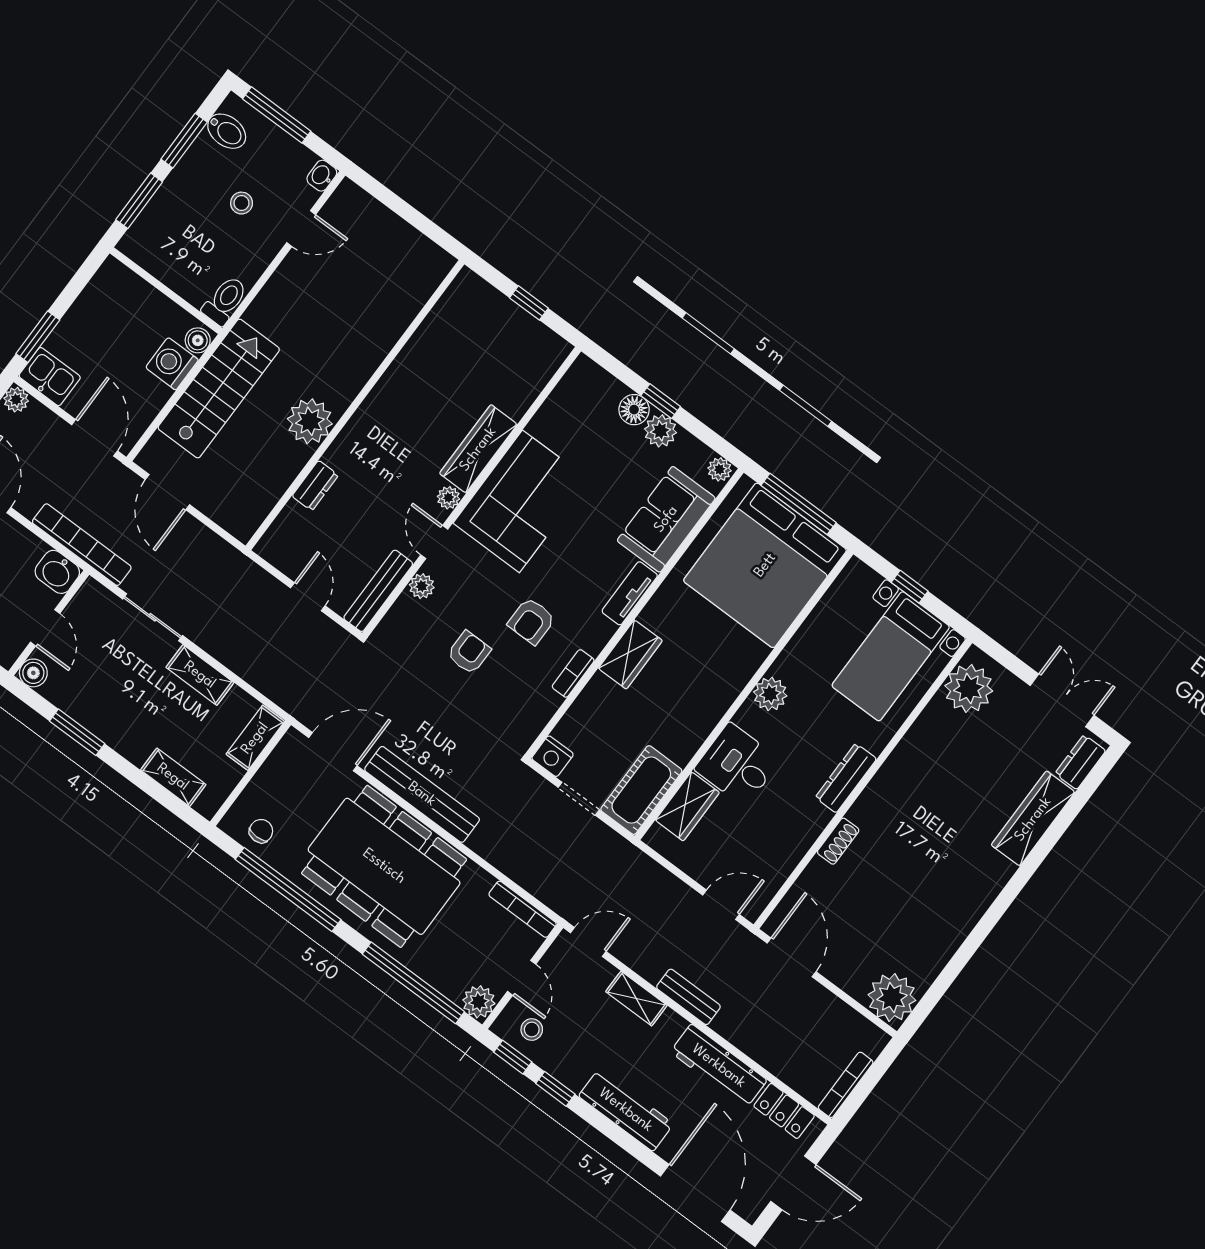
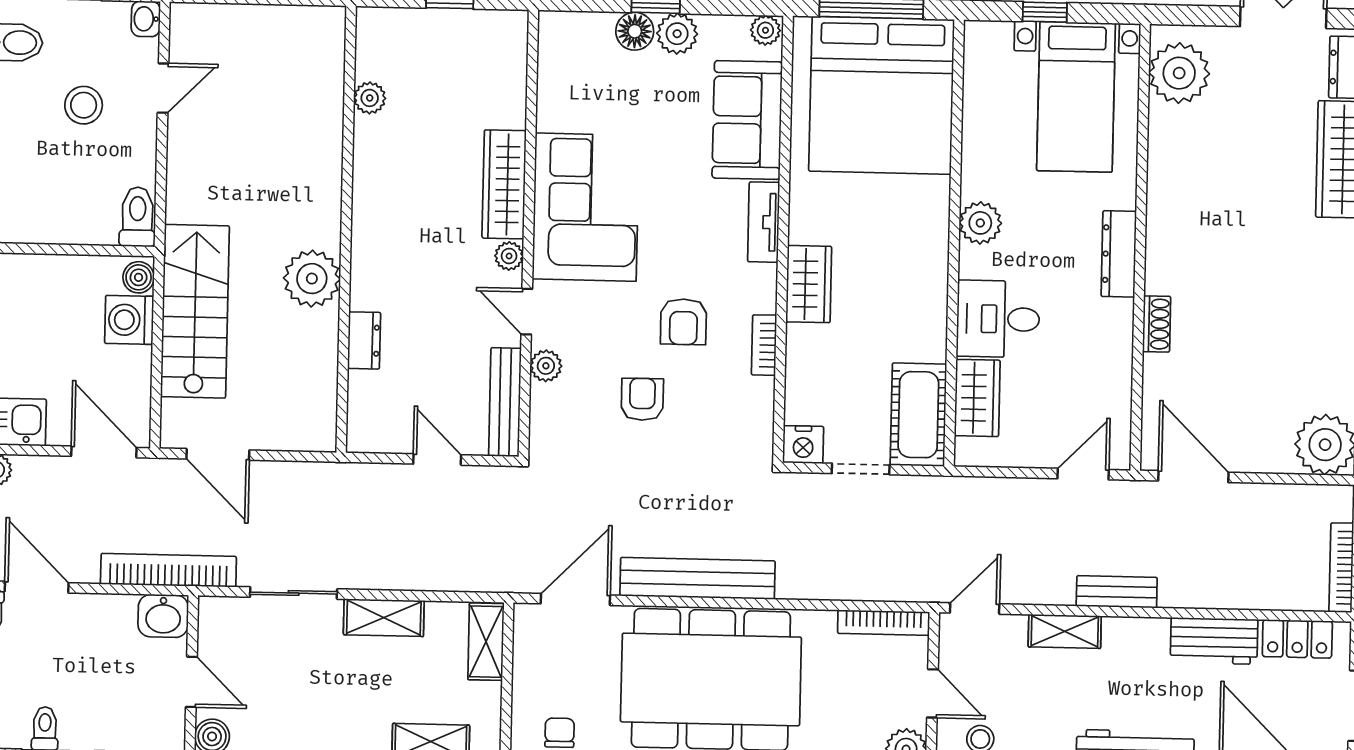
stool: (242, 203) -> (84, 105), width x1.37, depth x1.37
plant: (431, 331) -> (370, 98), added
workbench: (719, 1066) -> (1214, 641), width x0.73

